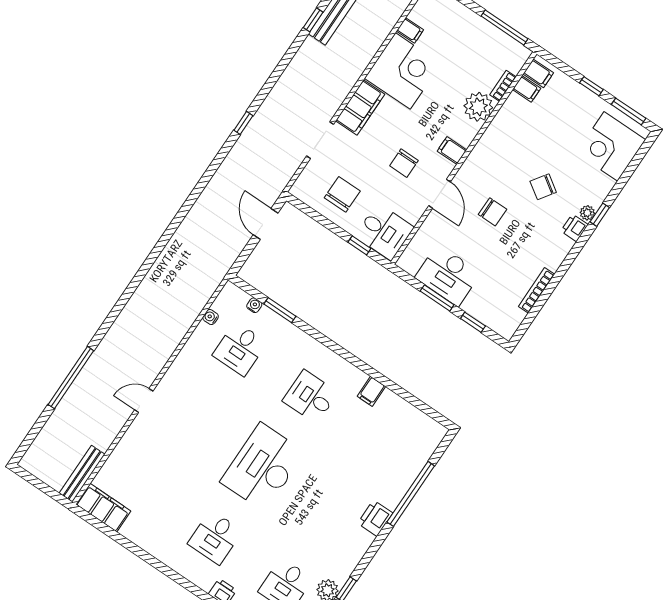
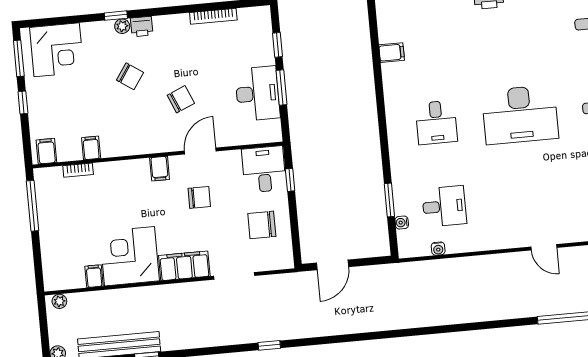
filing cabinet: (527, 89) -> (91, 148), moved
plant: (478, 107) -> (110, 176), removed
chair: (493, 212) -> (181, 99), turned 67
filing cabinet: (371, 391) -> (392, 53), moved

